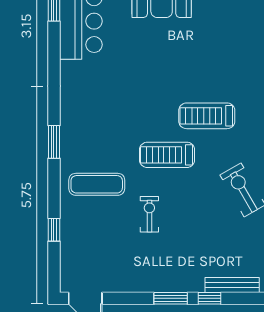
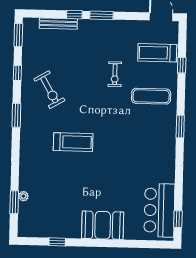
treadmill: (167, 155) -> (157, 53), moved, turned 180

